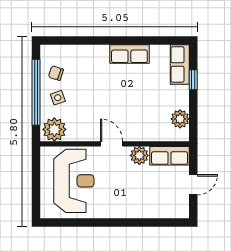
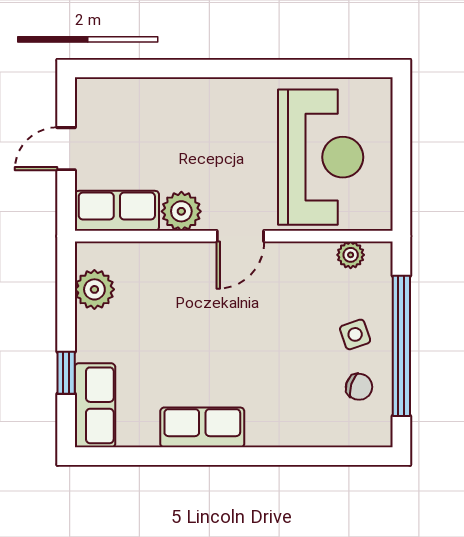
plant: (54, 129) -> (351, 255), width x0.53, depth x0.53
door: (112, 144) -> (240, 236), hinge flipped
reception desk: (74, 181) -> (321, 157), turned 180

